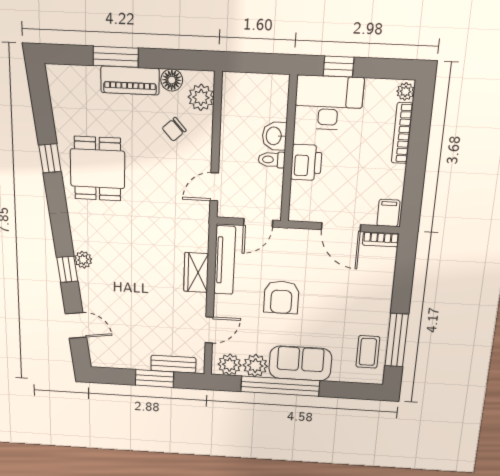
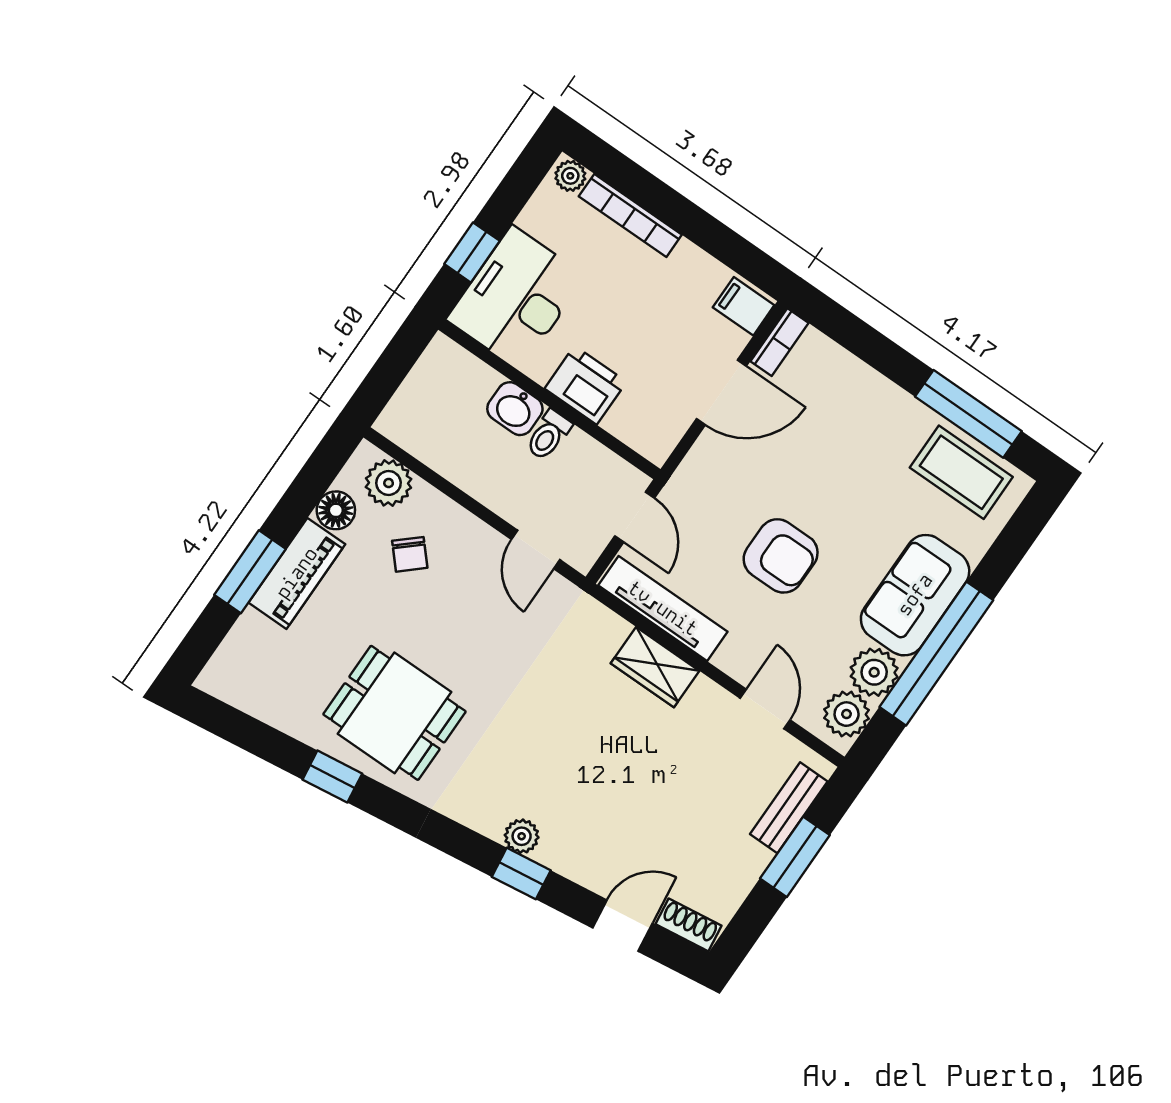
shoe rack: (96, 352) -> (689, 925), added
coffee table: (368, 352) -> (961, 472), width x1.36, depth x1.30

